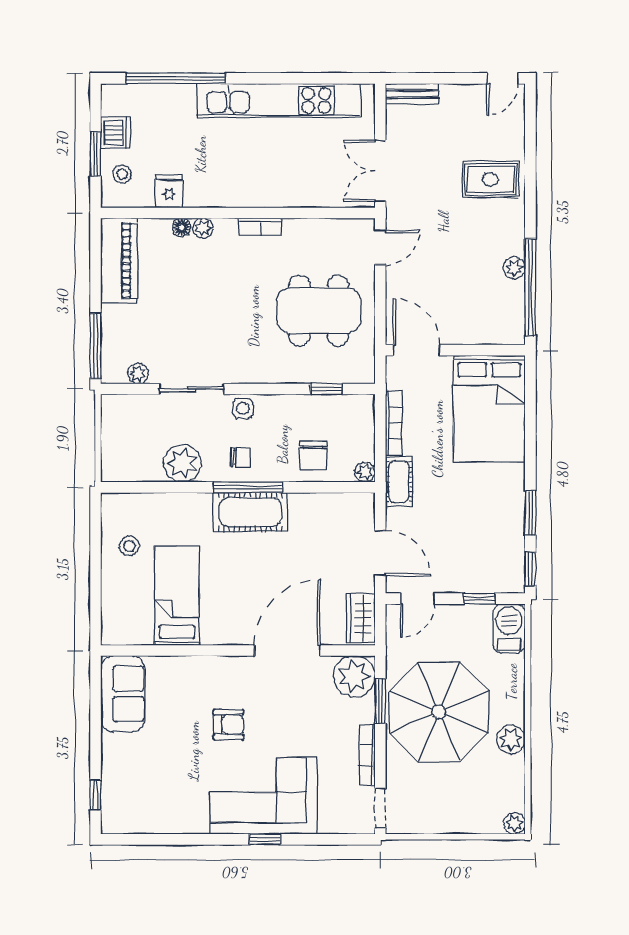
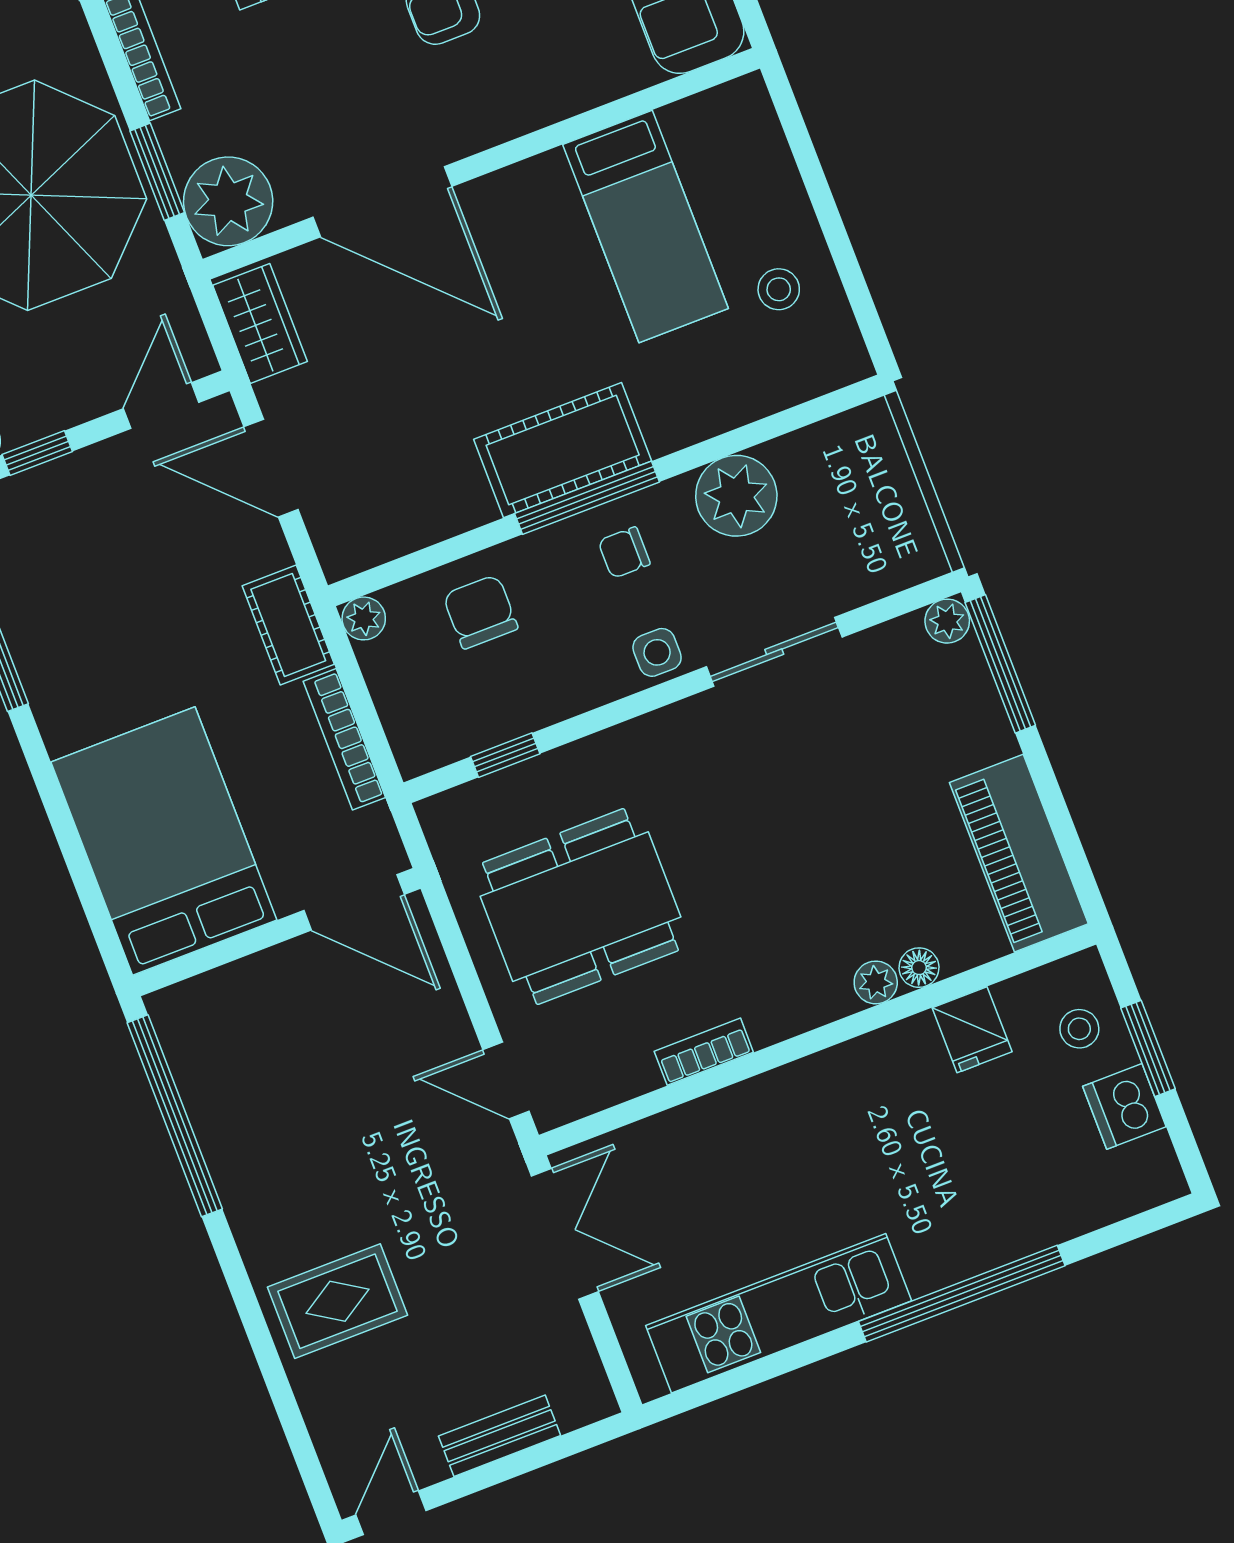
window: (176, 78) -> (962, 1294), moved
bench: (412, 94) -> (500, 1436), moved
kitchen unit: (279, 100) -> (779, 1313), width x0.73
bookcase: (260, 227) -> (704, 1052), moved
door: (380, 247) -> (506, 1080), hinge flipped
plant: (514, 268) -> (222, 1142), removed
plant: (138, 374) -> (947, 621), moved
door: (287, 650) -> (382, 202), hinge flipped

